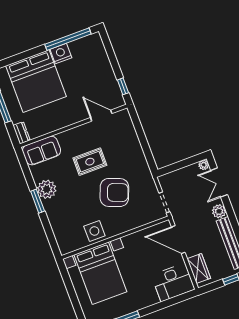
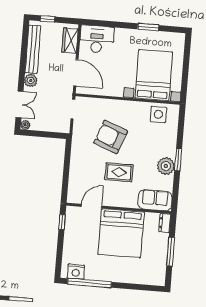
nightstand: (61, 53) -> (76, 272), moved
bed: (36, 81) -> (121, 233), moved, turned 180
door: (101, 116) -> (92, 206), swing flipped
side table: (94, 231) -> (158, 114), moved

